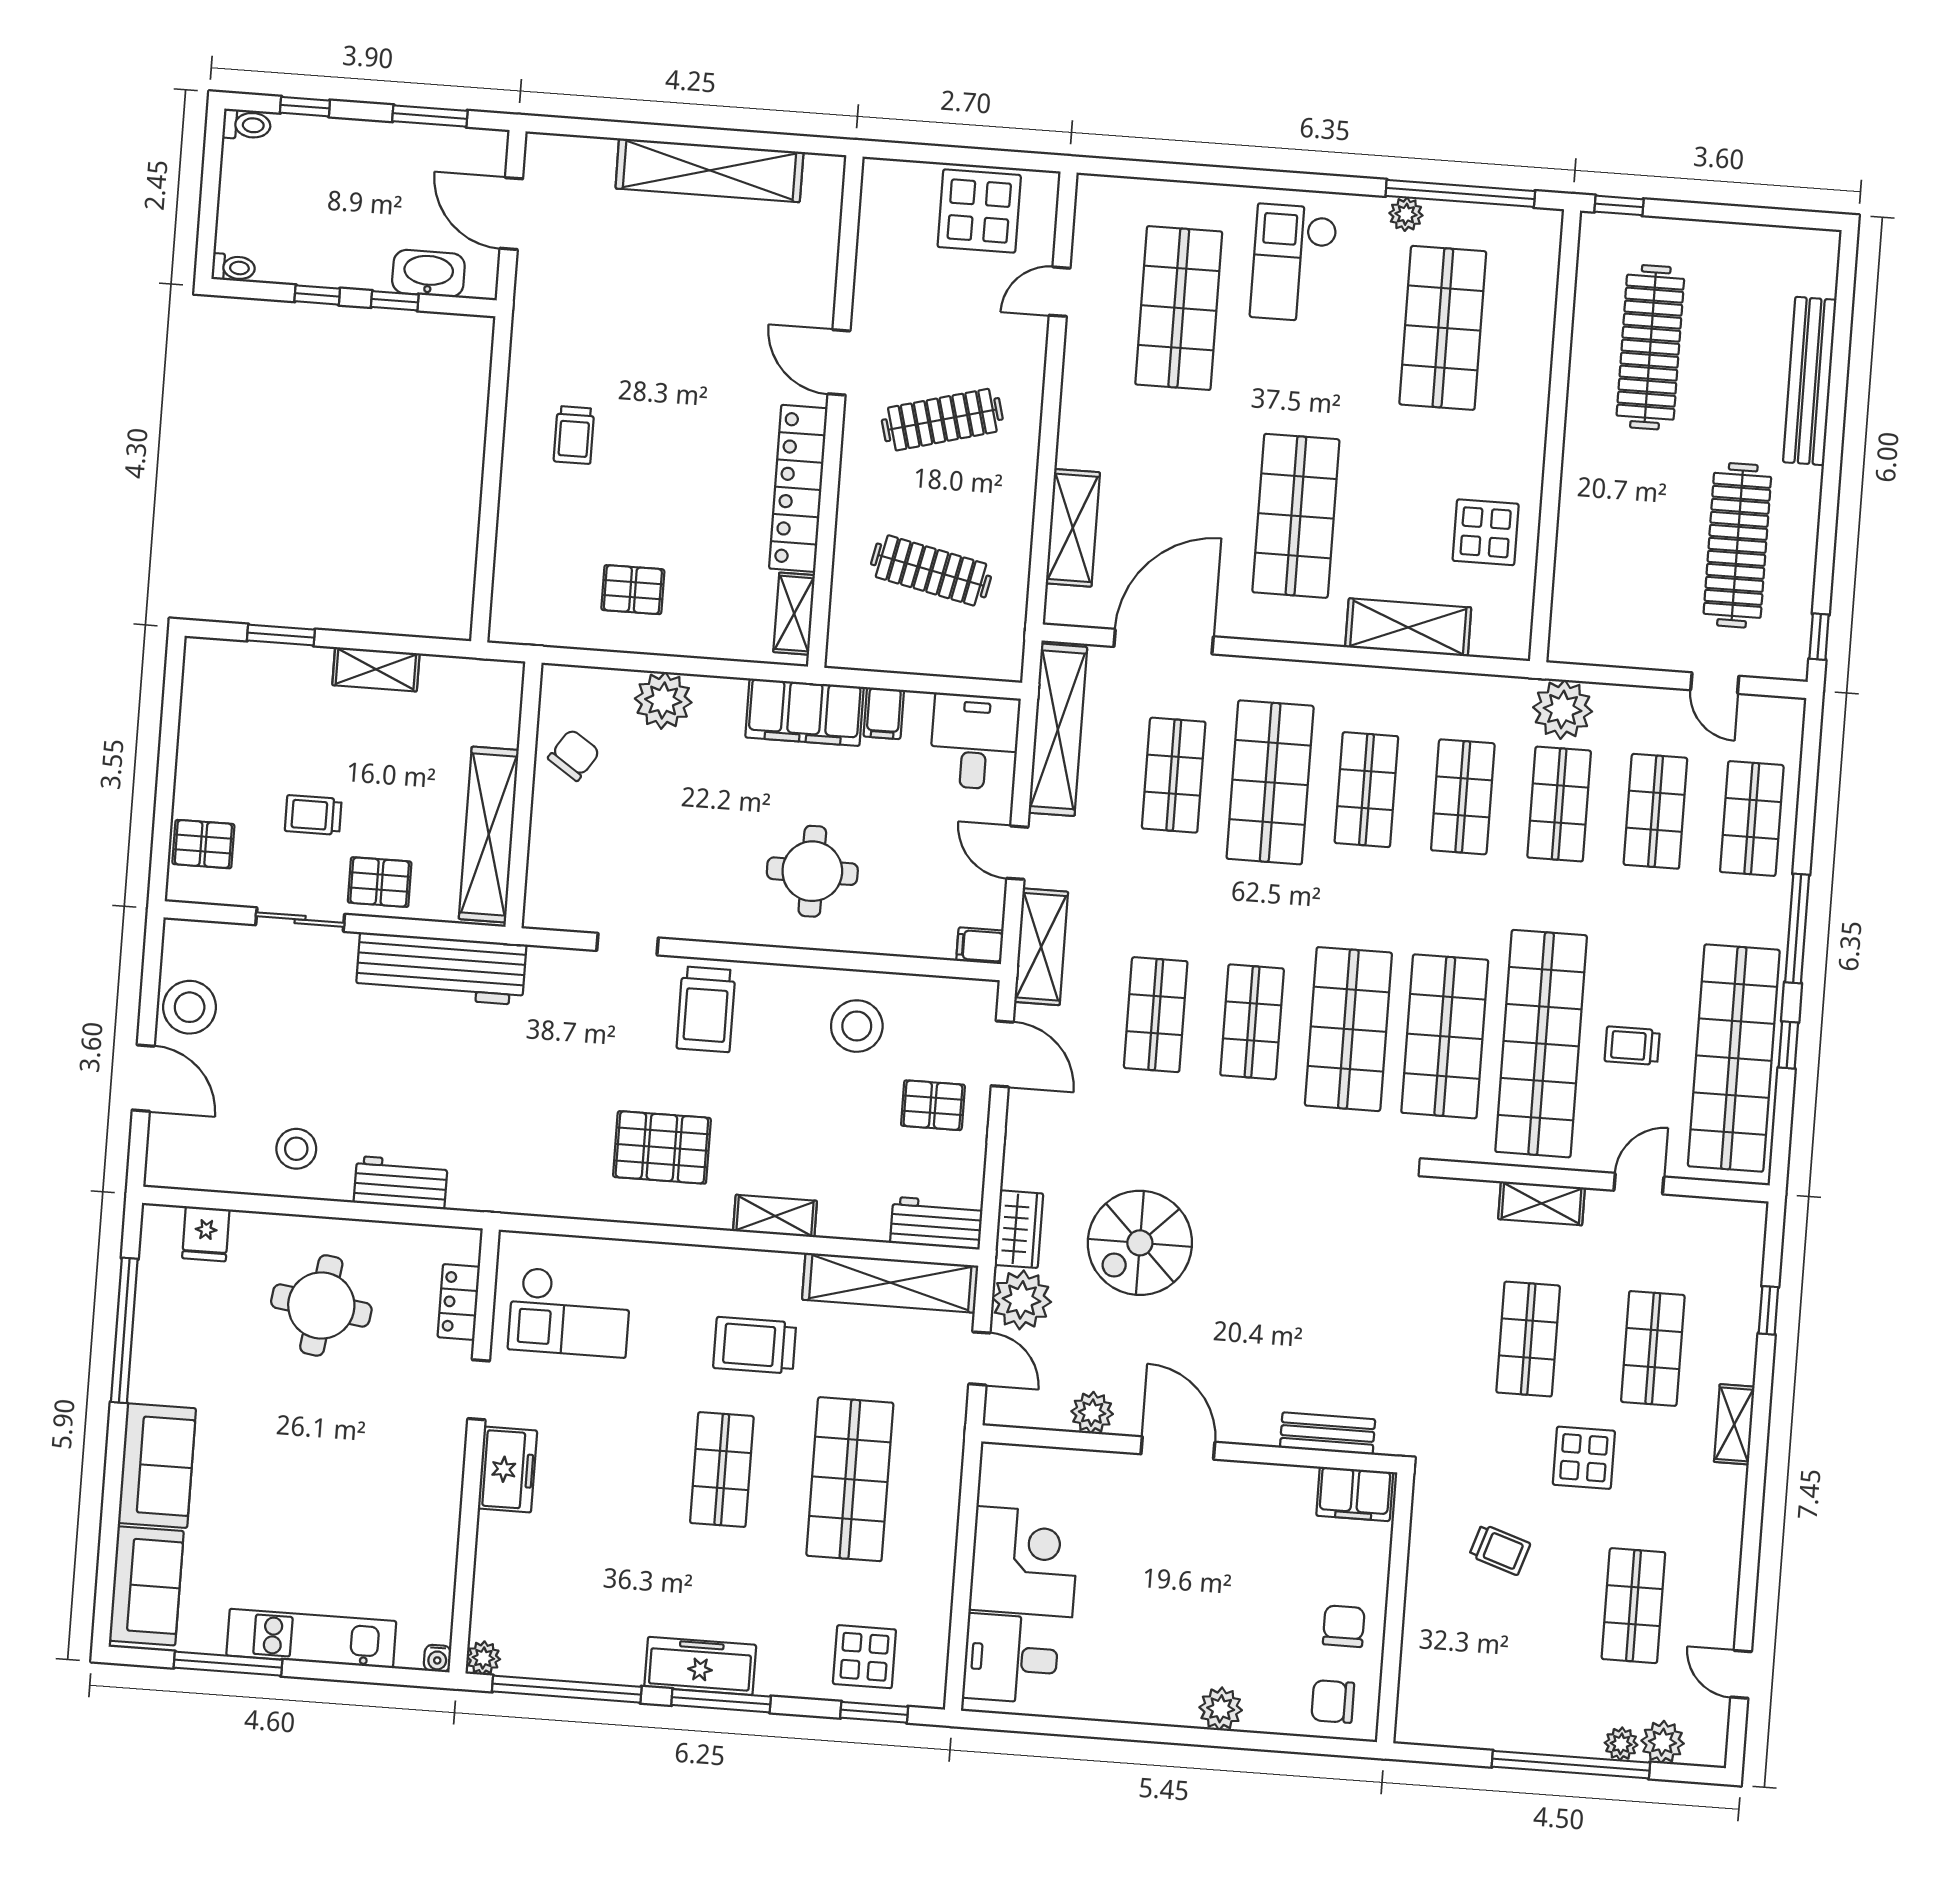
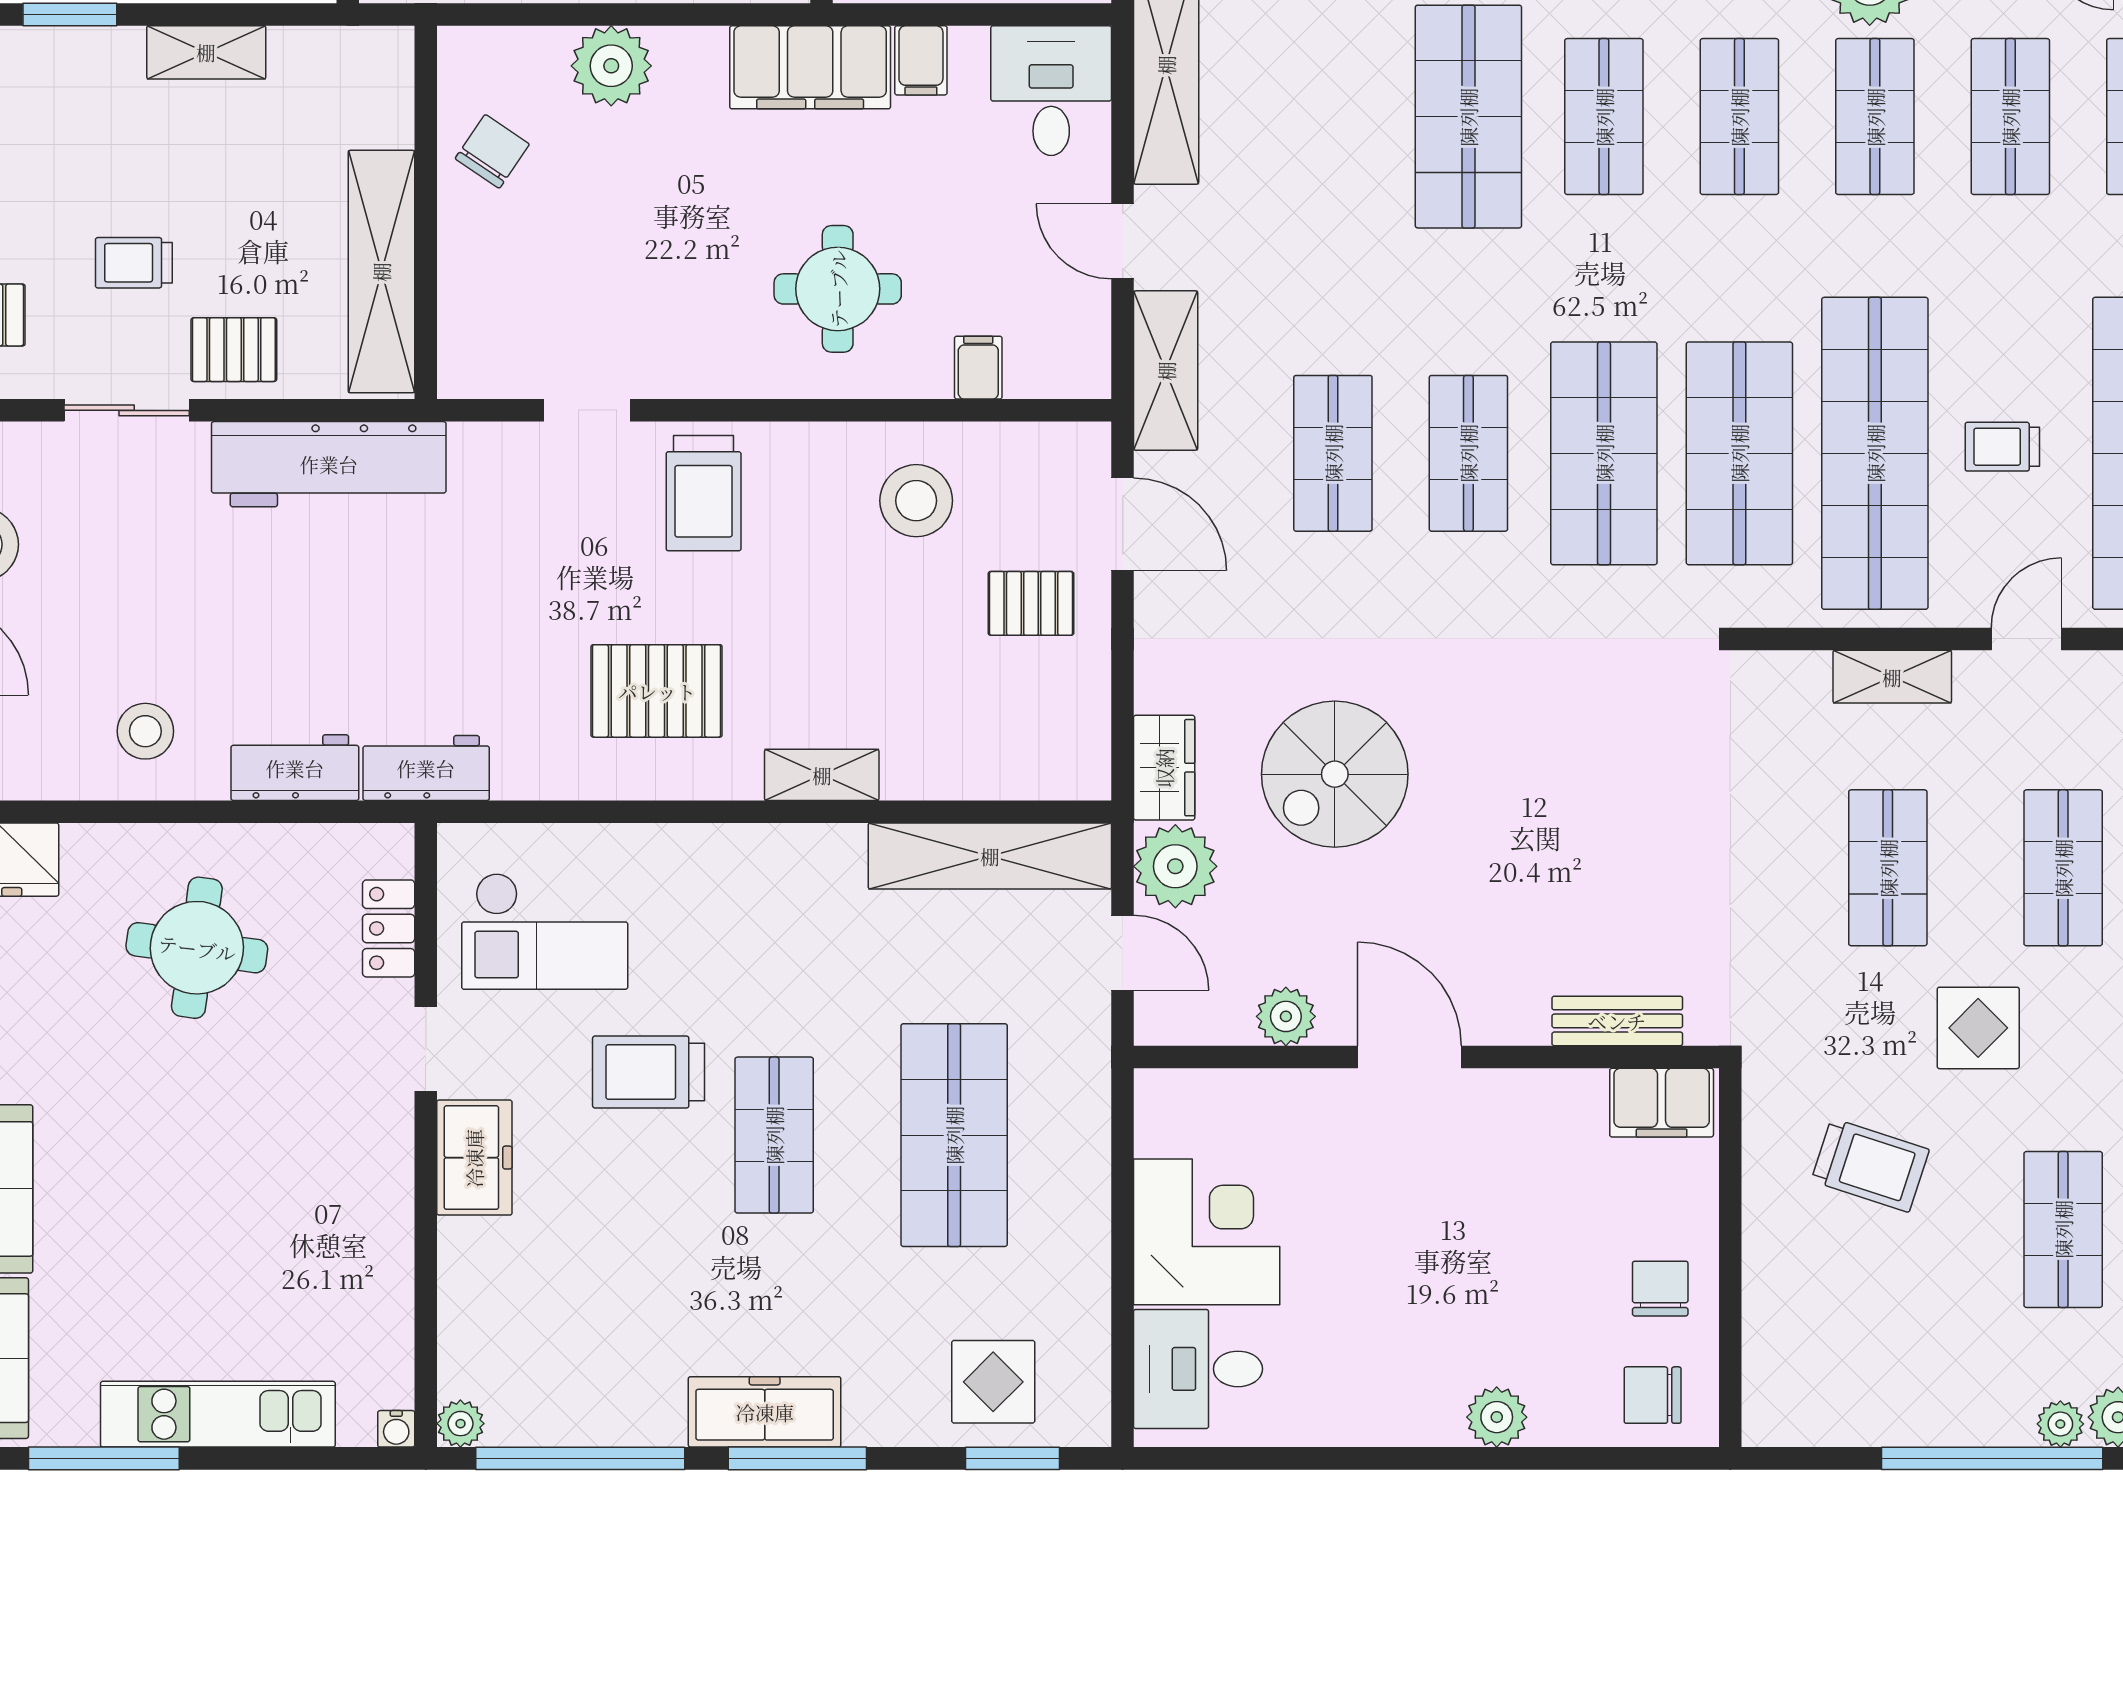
shop shelf: (1174, 775) -> (1333, 117), removed
filing cabinet: (980, 946) -> (978, 368), moved, turned 90
workbench: (936, 1223) -> (426, 768), moved
trolley: (755, 1345) -> (649, 1072), moved
trolley: (1500, 1550) -> (1870, 1165), width x1.36, depth x1.39

